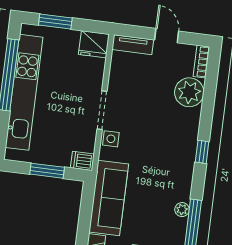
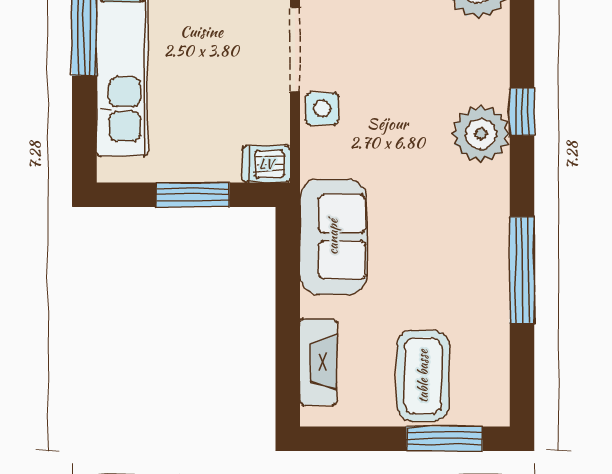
sofa: (109, 198) -> (333, 237), width x0.73
plant: (182, 210) -> (481, 134), moved, width x1.88, depth x1.88

